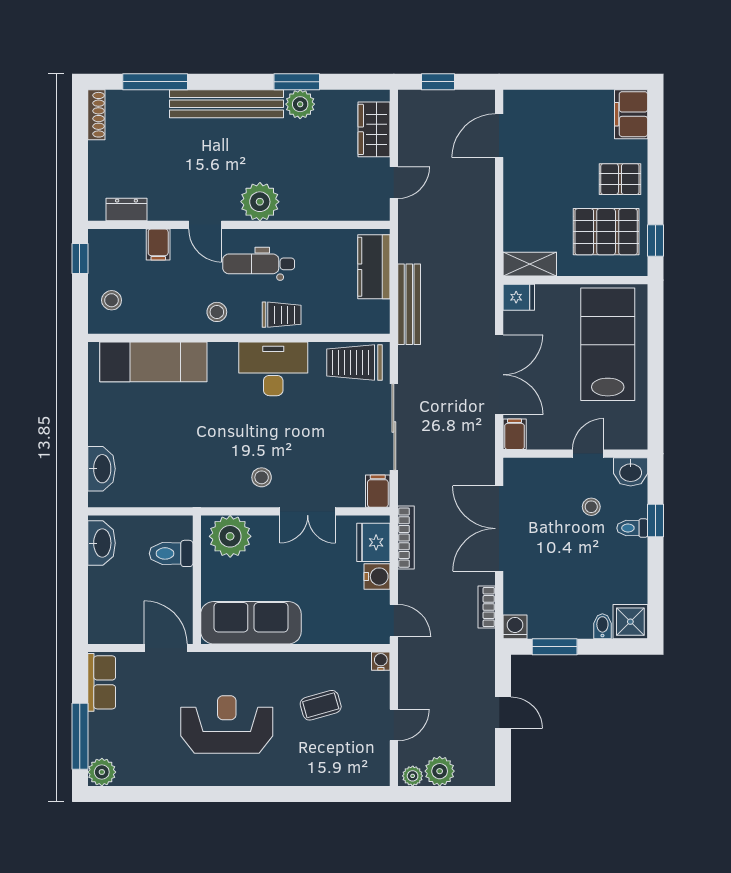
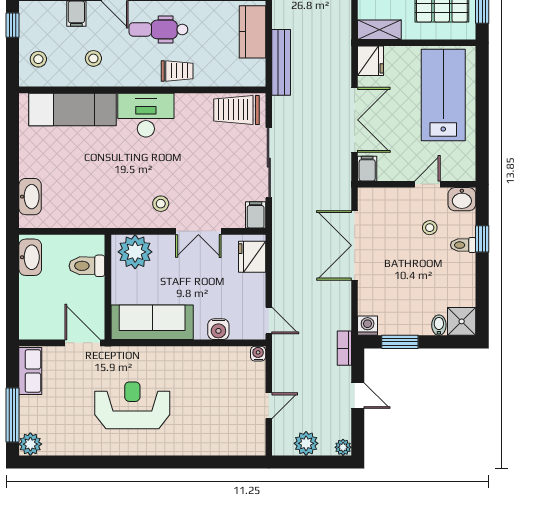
fridge: (519, 297) -> (370, 61), width x1.38
stool: (217, 312) -> (93, 58), moved
desk: (273, 369) -> (146, 115), moved
bookcase: (406, 538) -> (279, 253), removed
water cooler: (377, 577) -> (218, 329), moved, turned 90
bookcase: (487, 607) -> (344, 348), moved
coffee table: (321, 705) -> (209, 390), removed
plant: (413, 776) -> (343, 447), moved

